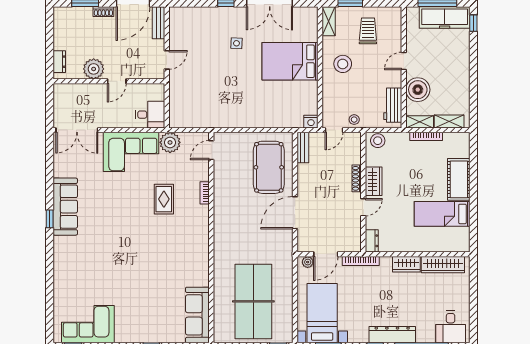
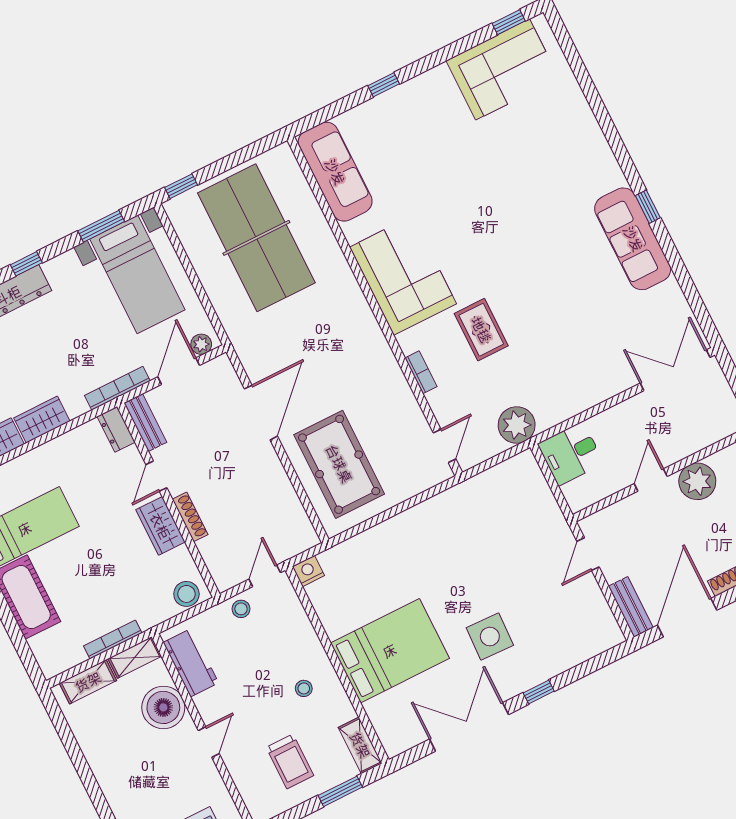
side table: (236, 43) -> (490, 637), width x1.87, depth x1.87
stool: (343, 64) -> (304, 688), width x0.53, depth x0.53
bench: (303, 148) -> (145, 423), moved
corner sofa: (131, 152) -> (403, 275), moved, turned 90

